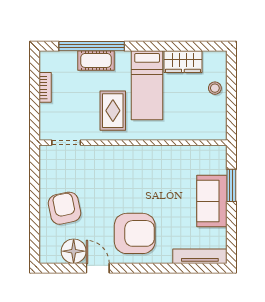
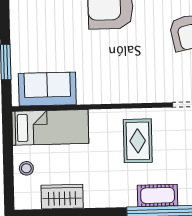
bed: (147, 85) -> (50, 127), moved, turned 90
sofa: (212, 201) -> (47, 89), moved, turned -90

